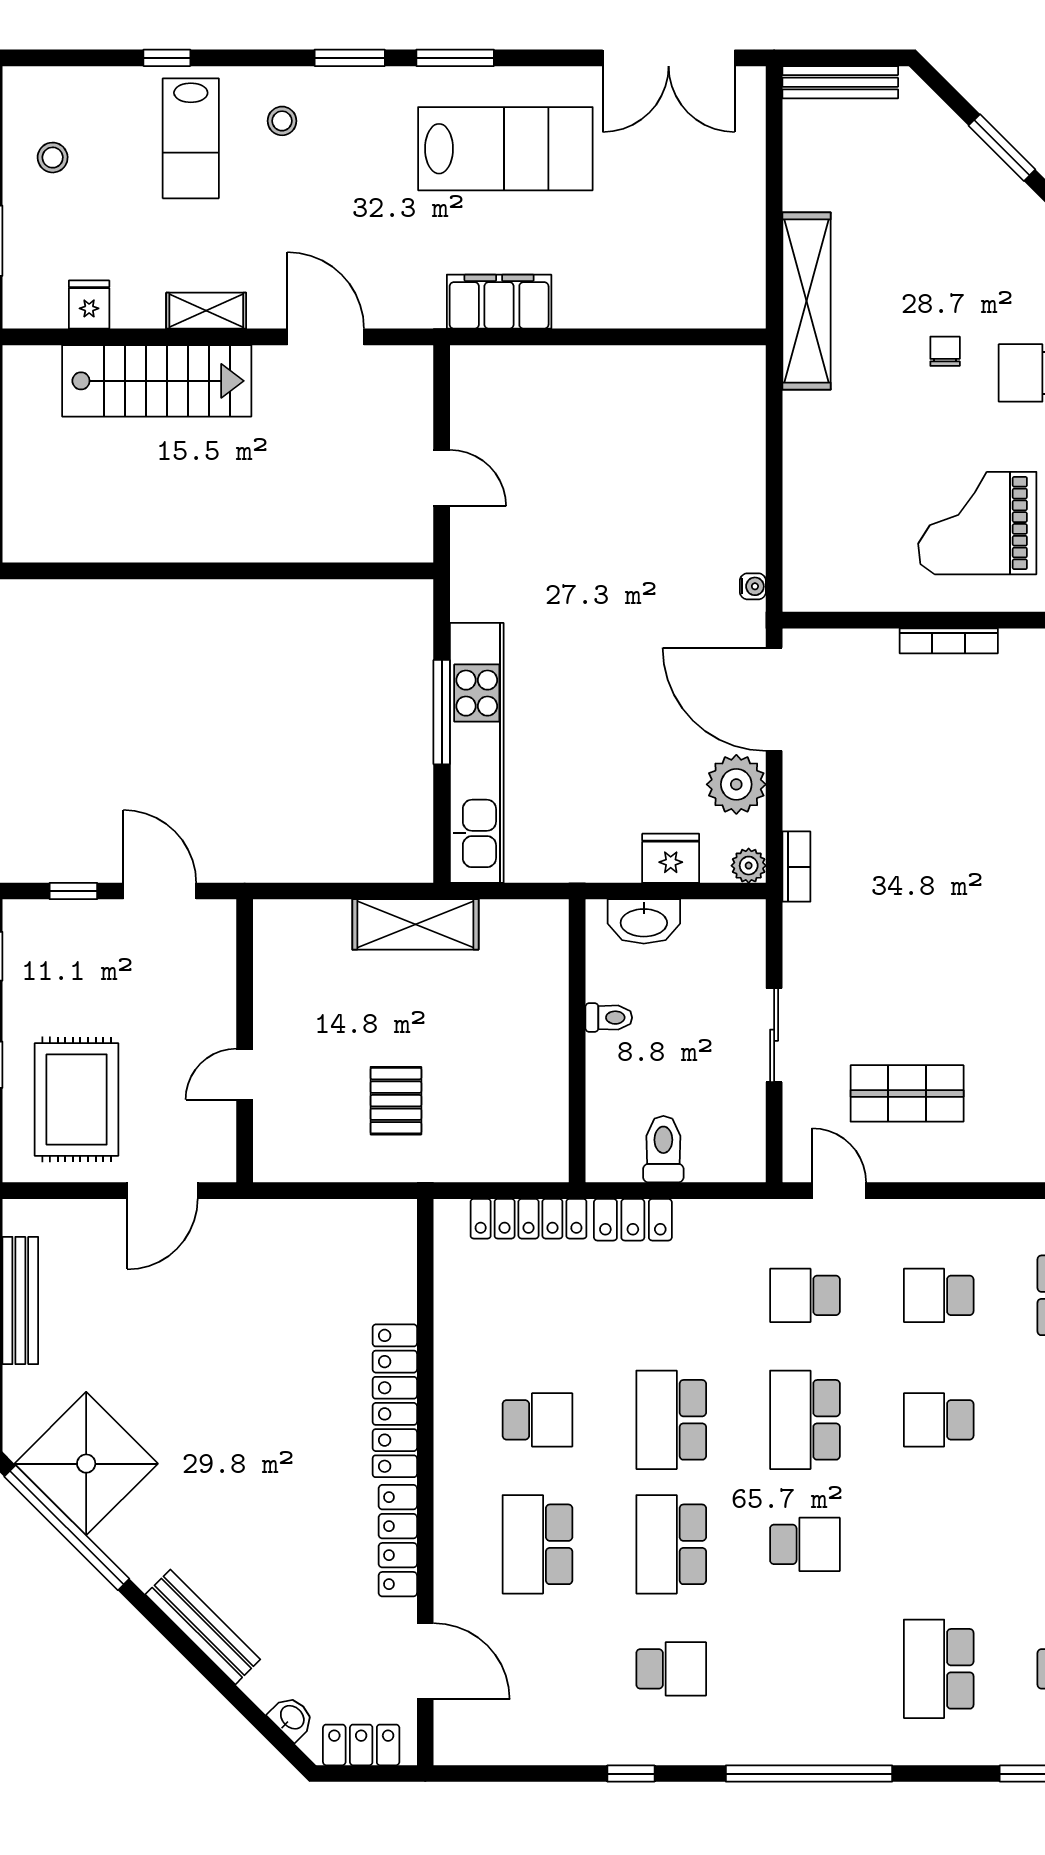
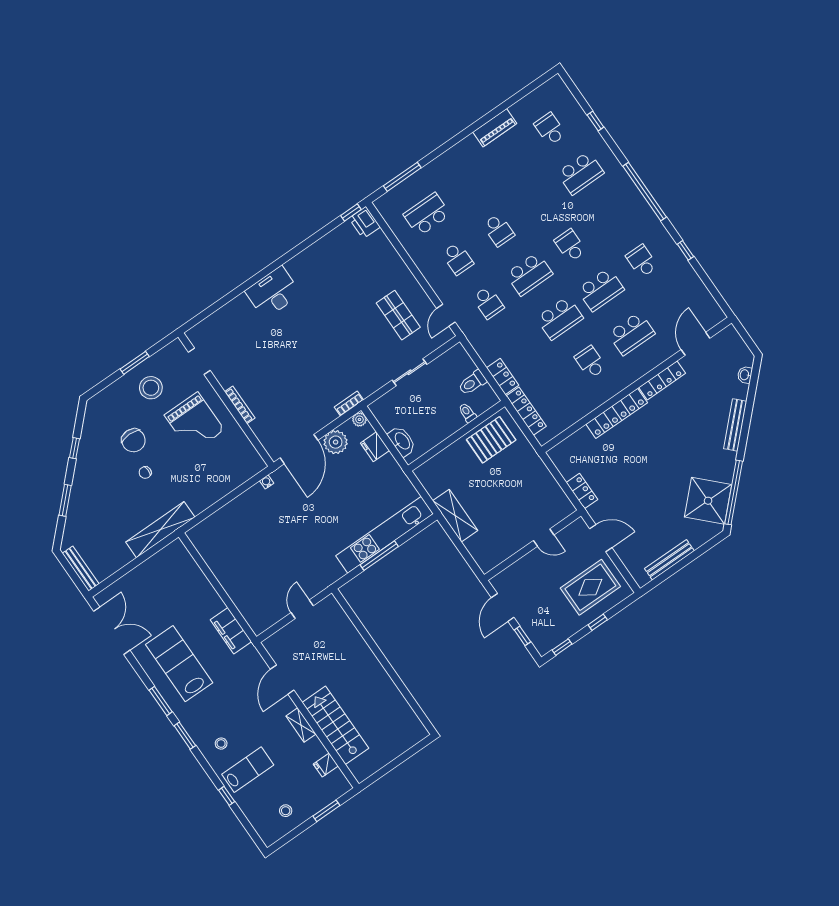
toilet: (609, 1018) -> (467, 413), moved
pallet: (396, 1101) -> (491, 440), moved, width x1.50, depth x1.42
locker: (361, 1745) -> (582, 491), moved, turned 180

